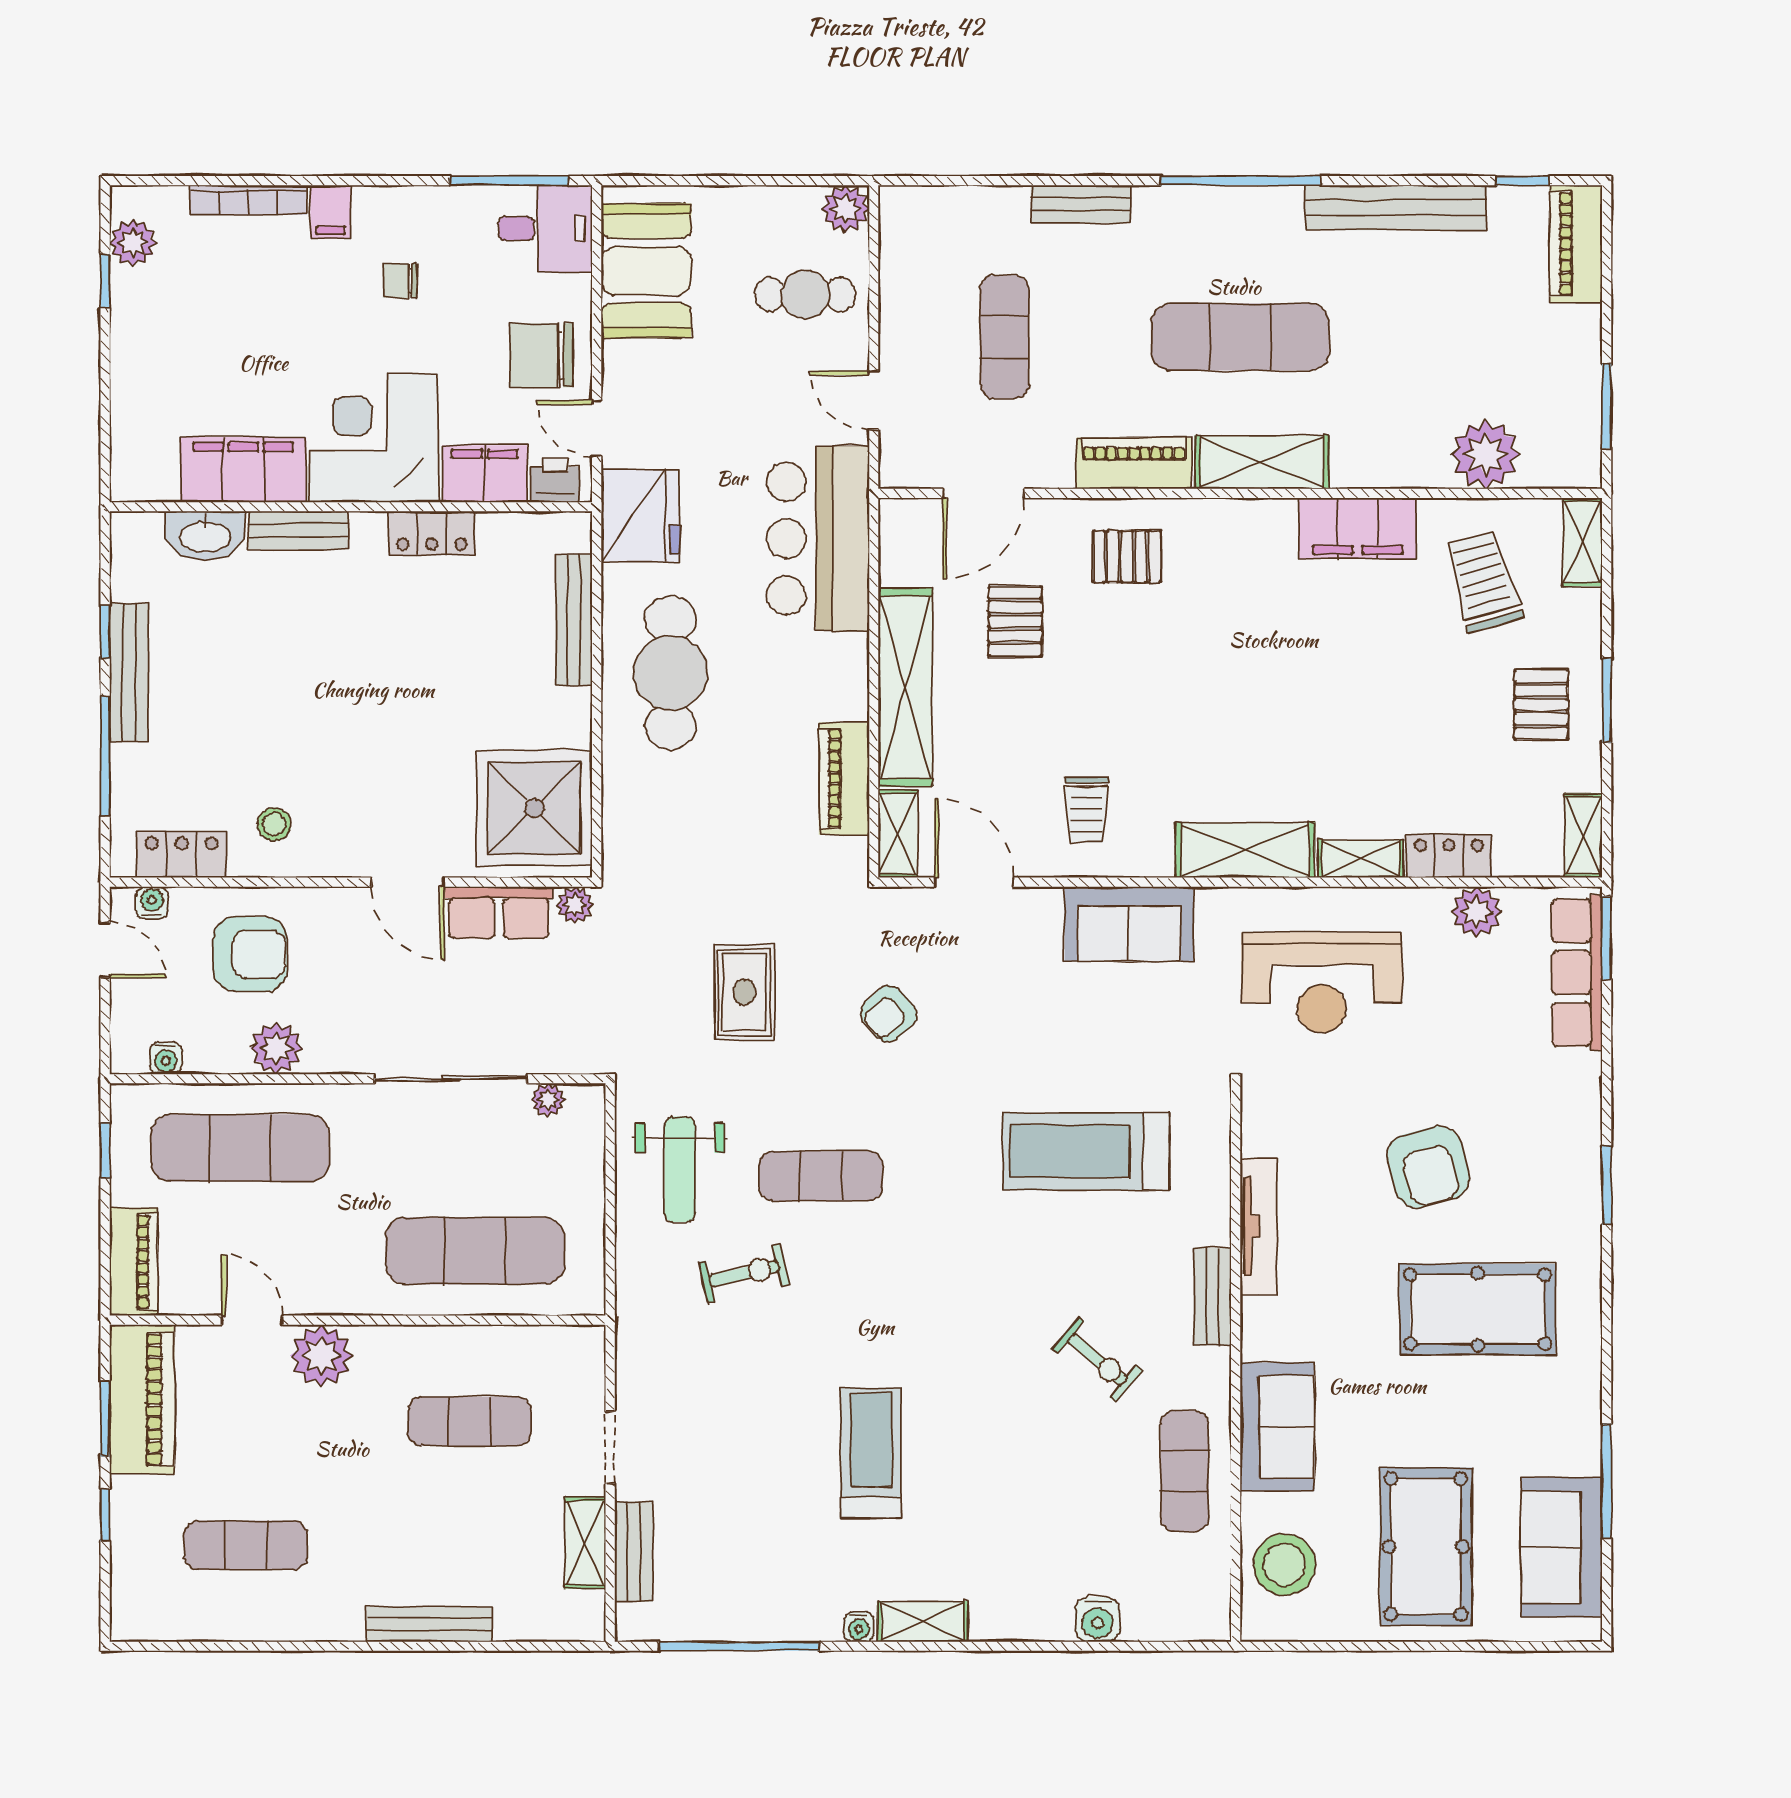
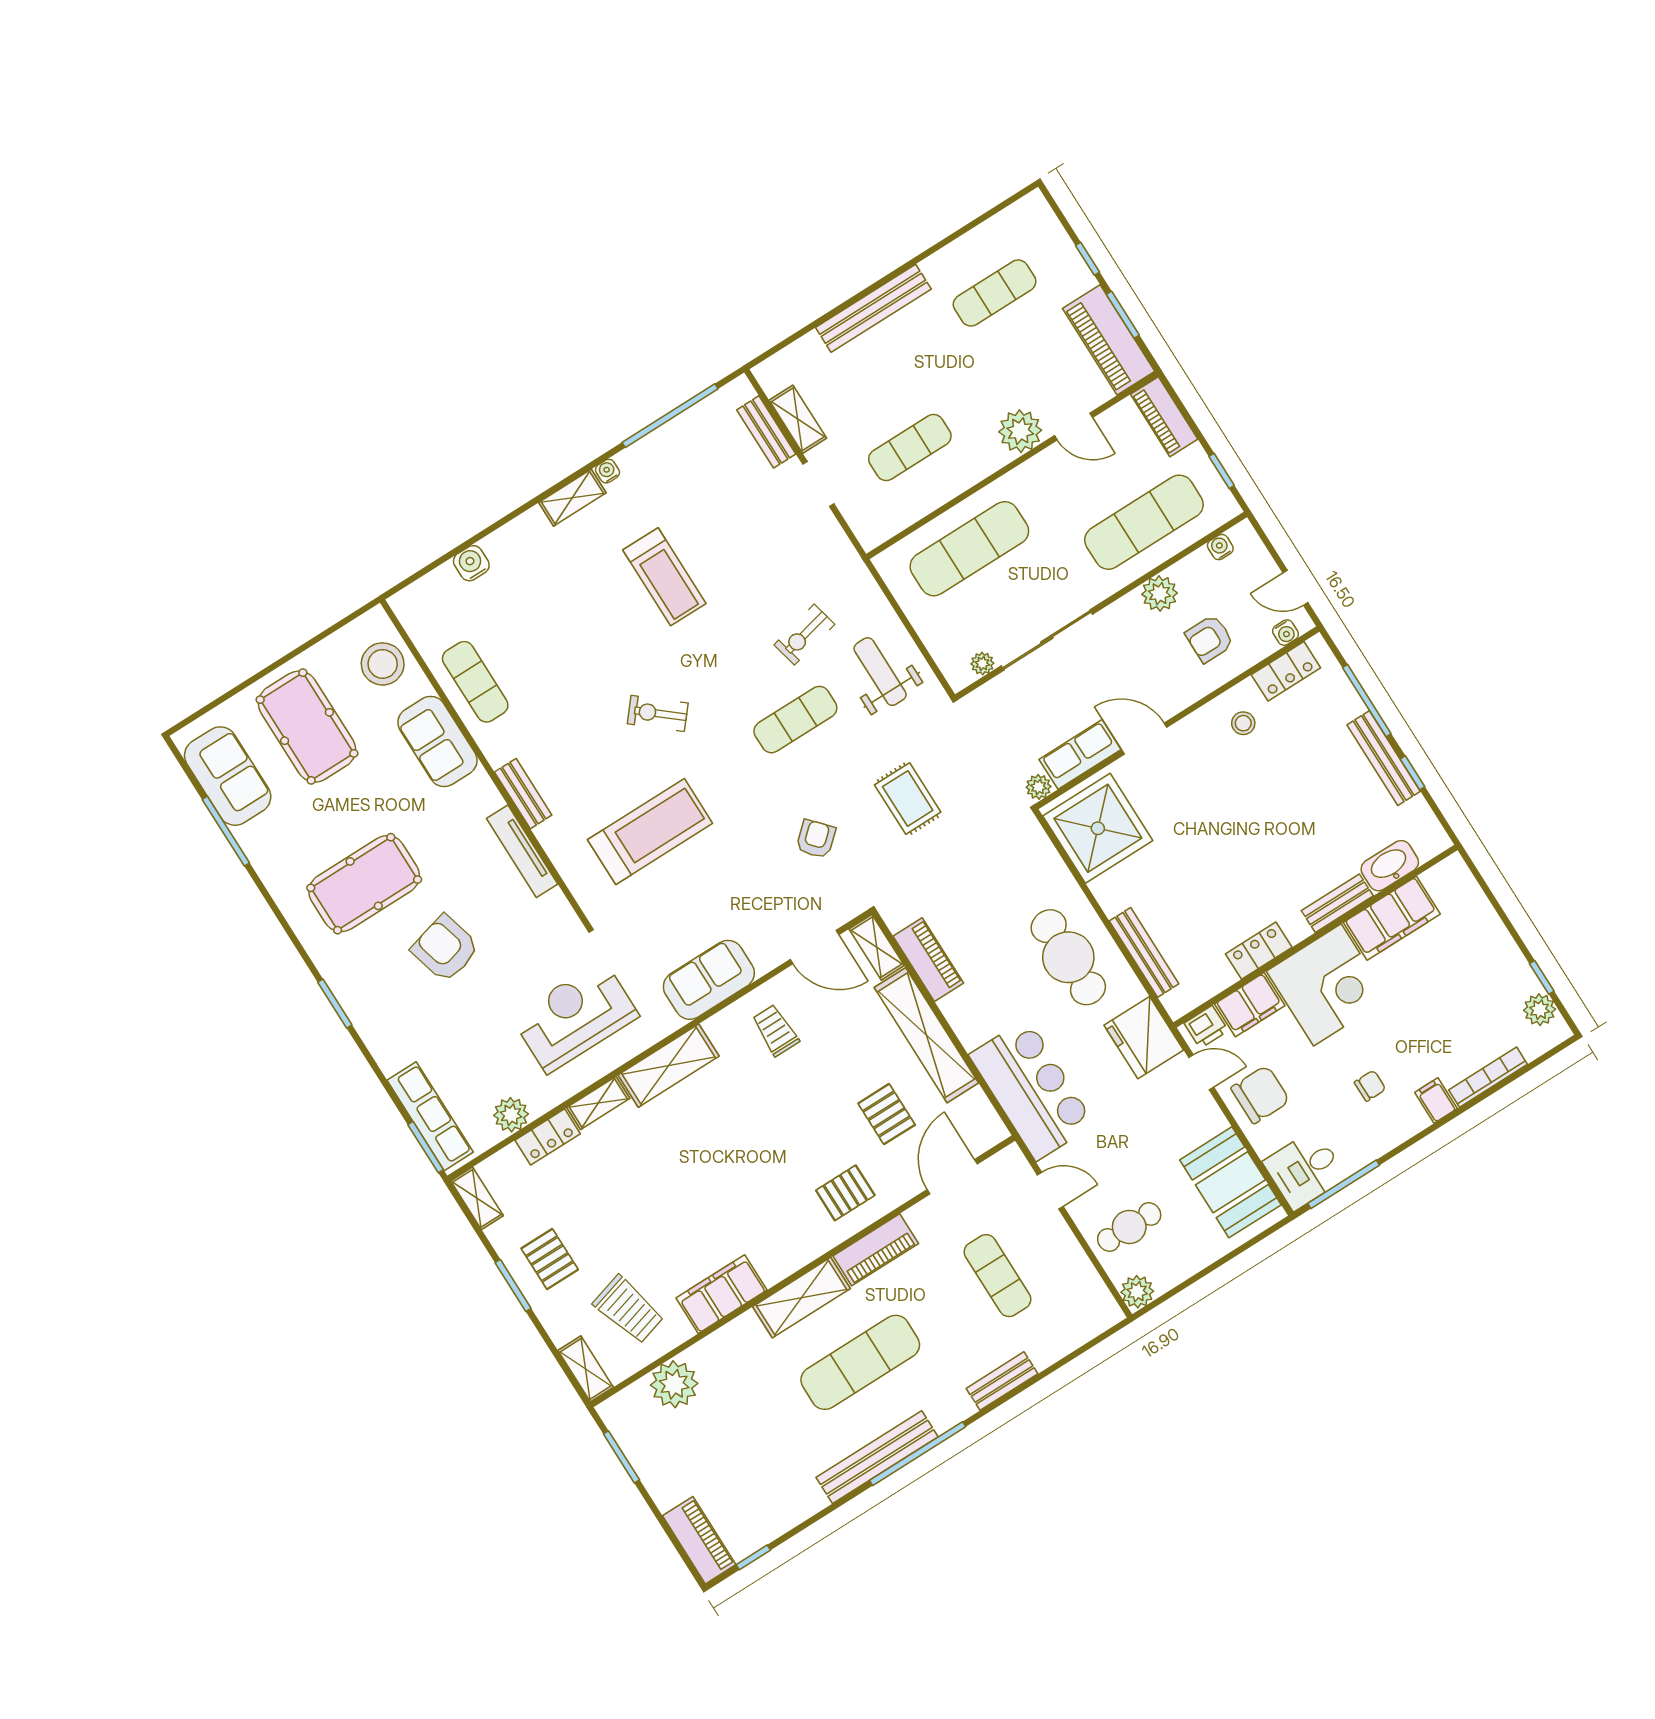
bench: (1396, 208) -> (877, 1457), moved
armchair: (250, 954) -> (1209, 639), width x0.72, depth x0.72
exercise bike: (1097, 1360) -> (658, 713), moved
bench: (429, 1624) -> (873, 308), width x1.37, depth x1.21

